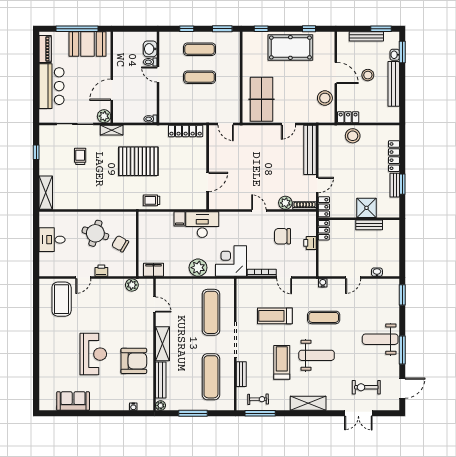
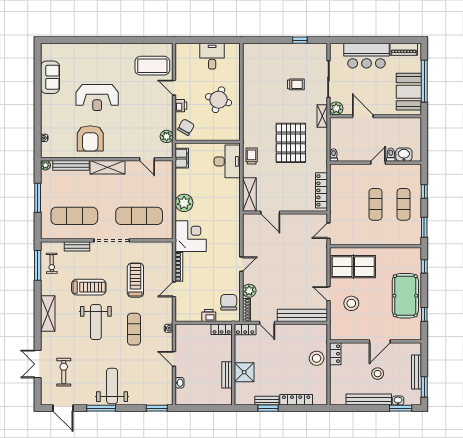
stool: (325, 98) -> (351, 303), moved
shelving: (46, 193) -> (249, 194), moved, turned 90
filing cabinet: (179, 219) -> (233, 184), removed
desk: (202, 225) -> (227, 161), moved
chair: (283, 236) -> (229, 302), moved
chair: (120, 244) -> (186, 127), moved
door: (154, 304) -> (147, 159), hinge flipped

